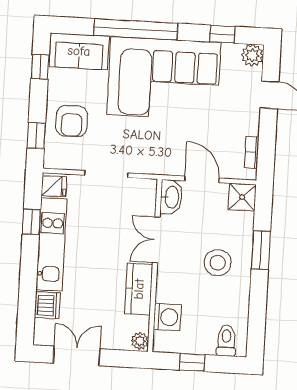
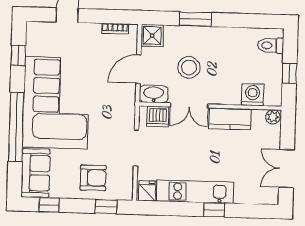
plant: (252, 55) -> (35, 30), removed
window: (31, 222) -> (214, 210), moved
stool: (218, 263) -> (189, 67), moved
dishwasher: (47, 305) -> (158, 116), moved, turned 180

